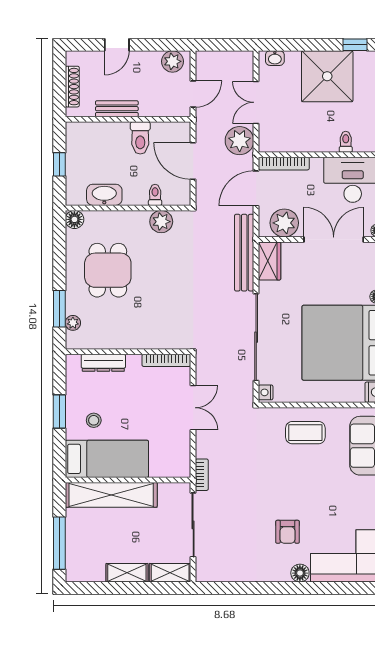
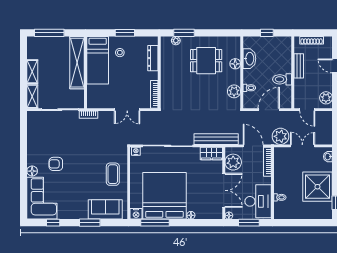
floor lamp: (74, 219) -> (235, 64), moved

